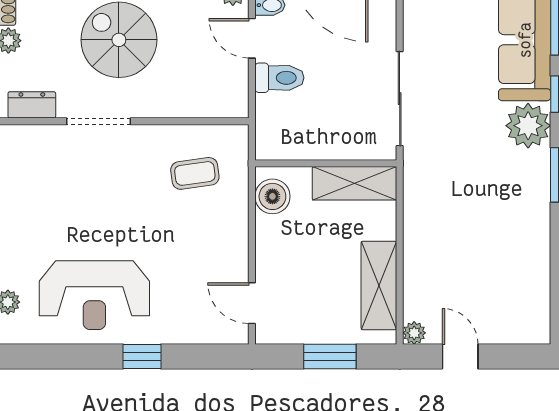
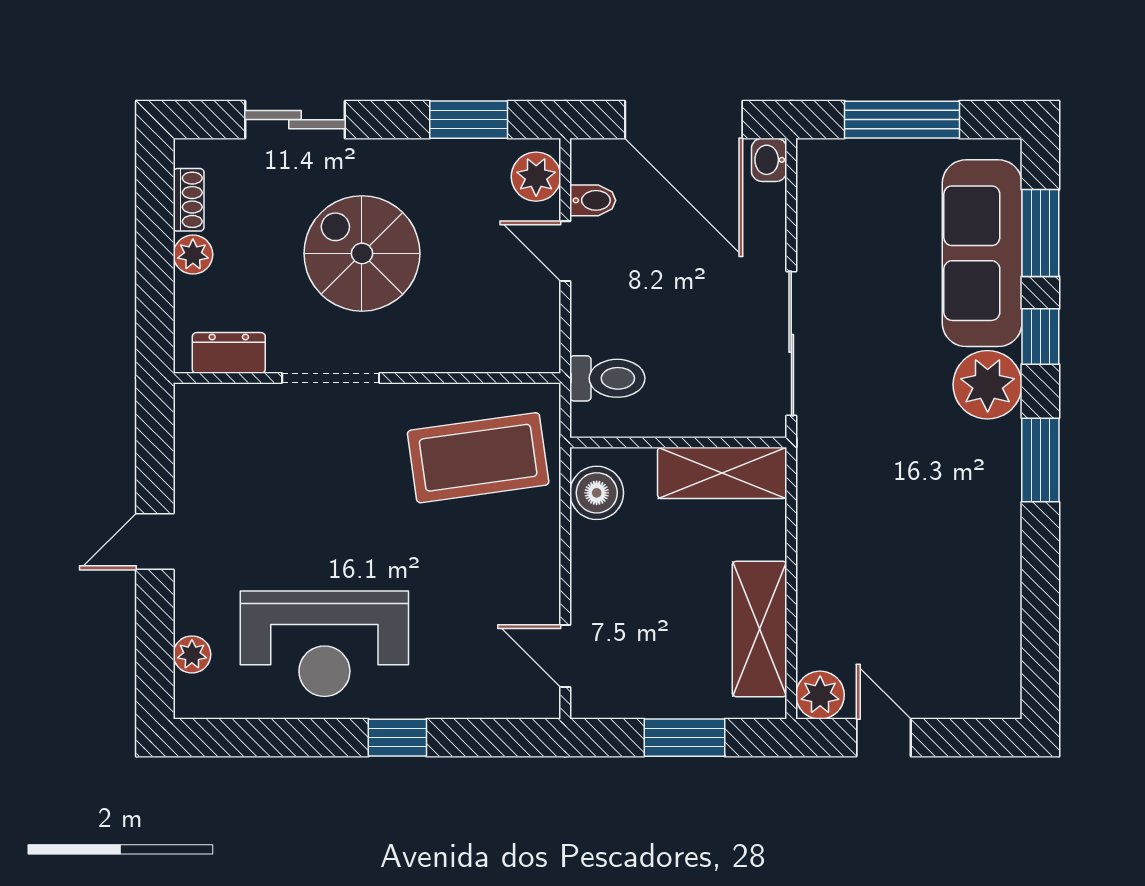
toilet: (279, 78) -> (607, 378), moved
coffee table: (195, 173) -> (478, 458), width x1.86, depth x1.72
plant: (414, 333) -> (820, 695), width x1.38, depth x1.38

